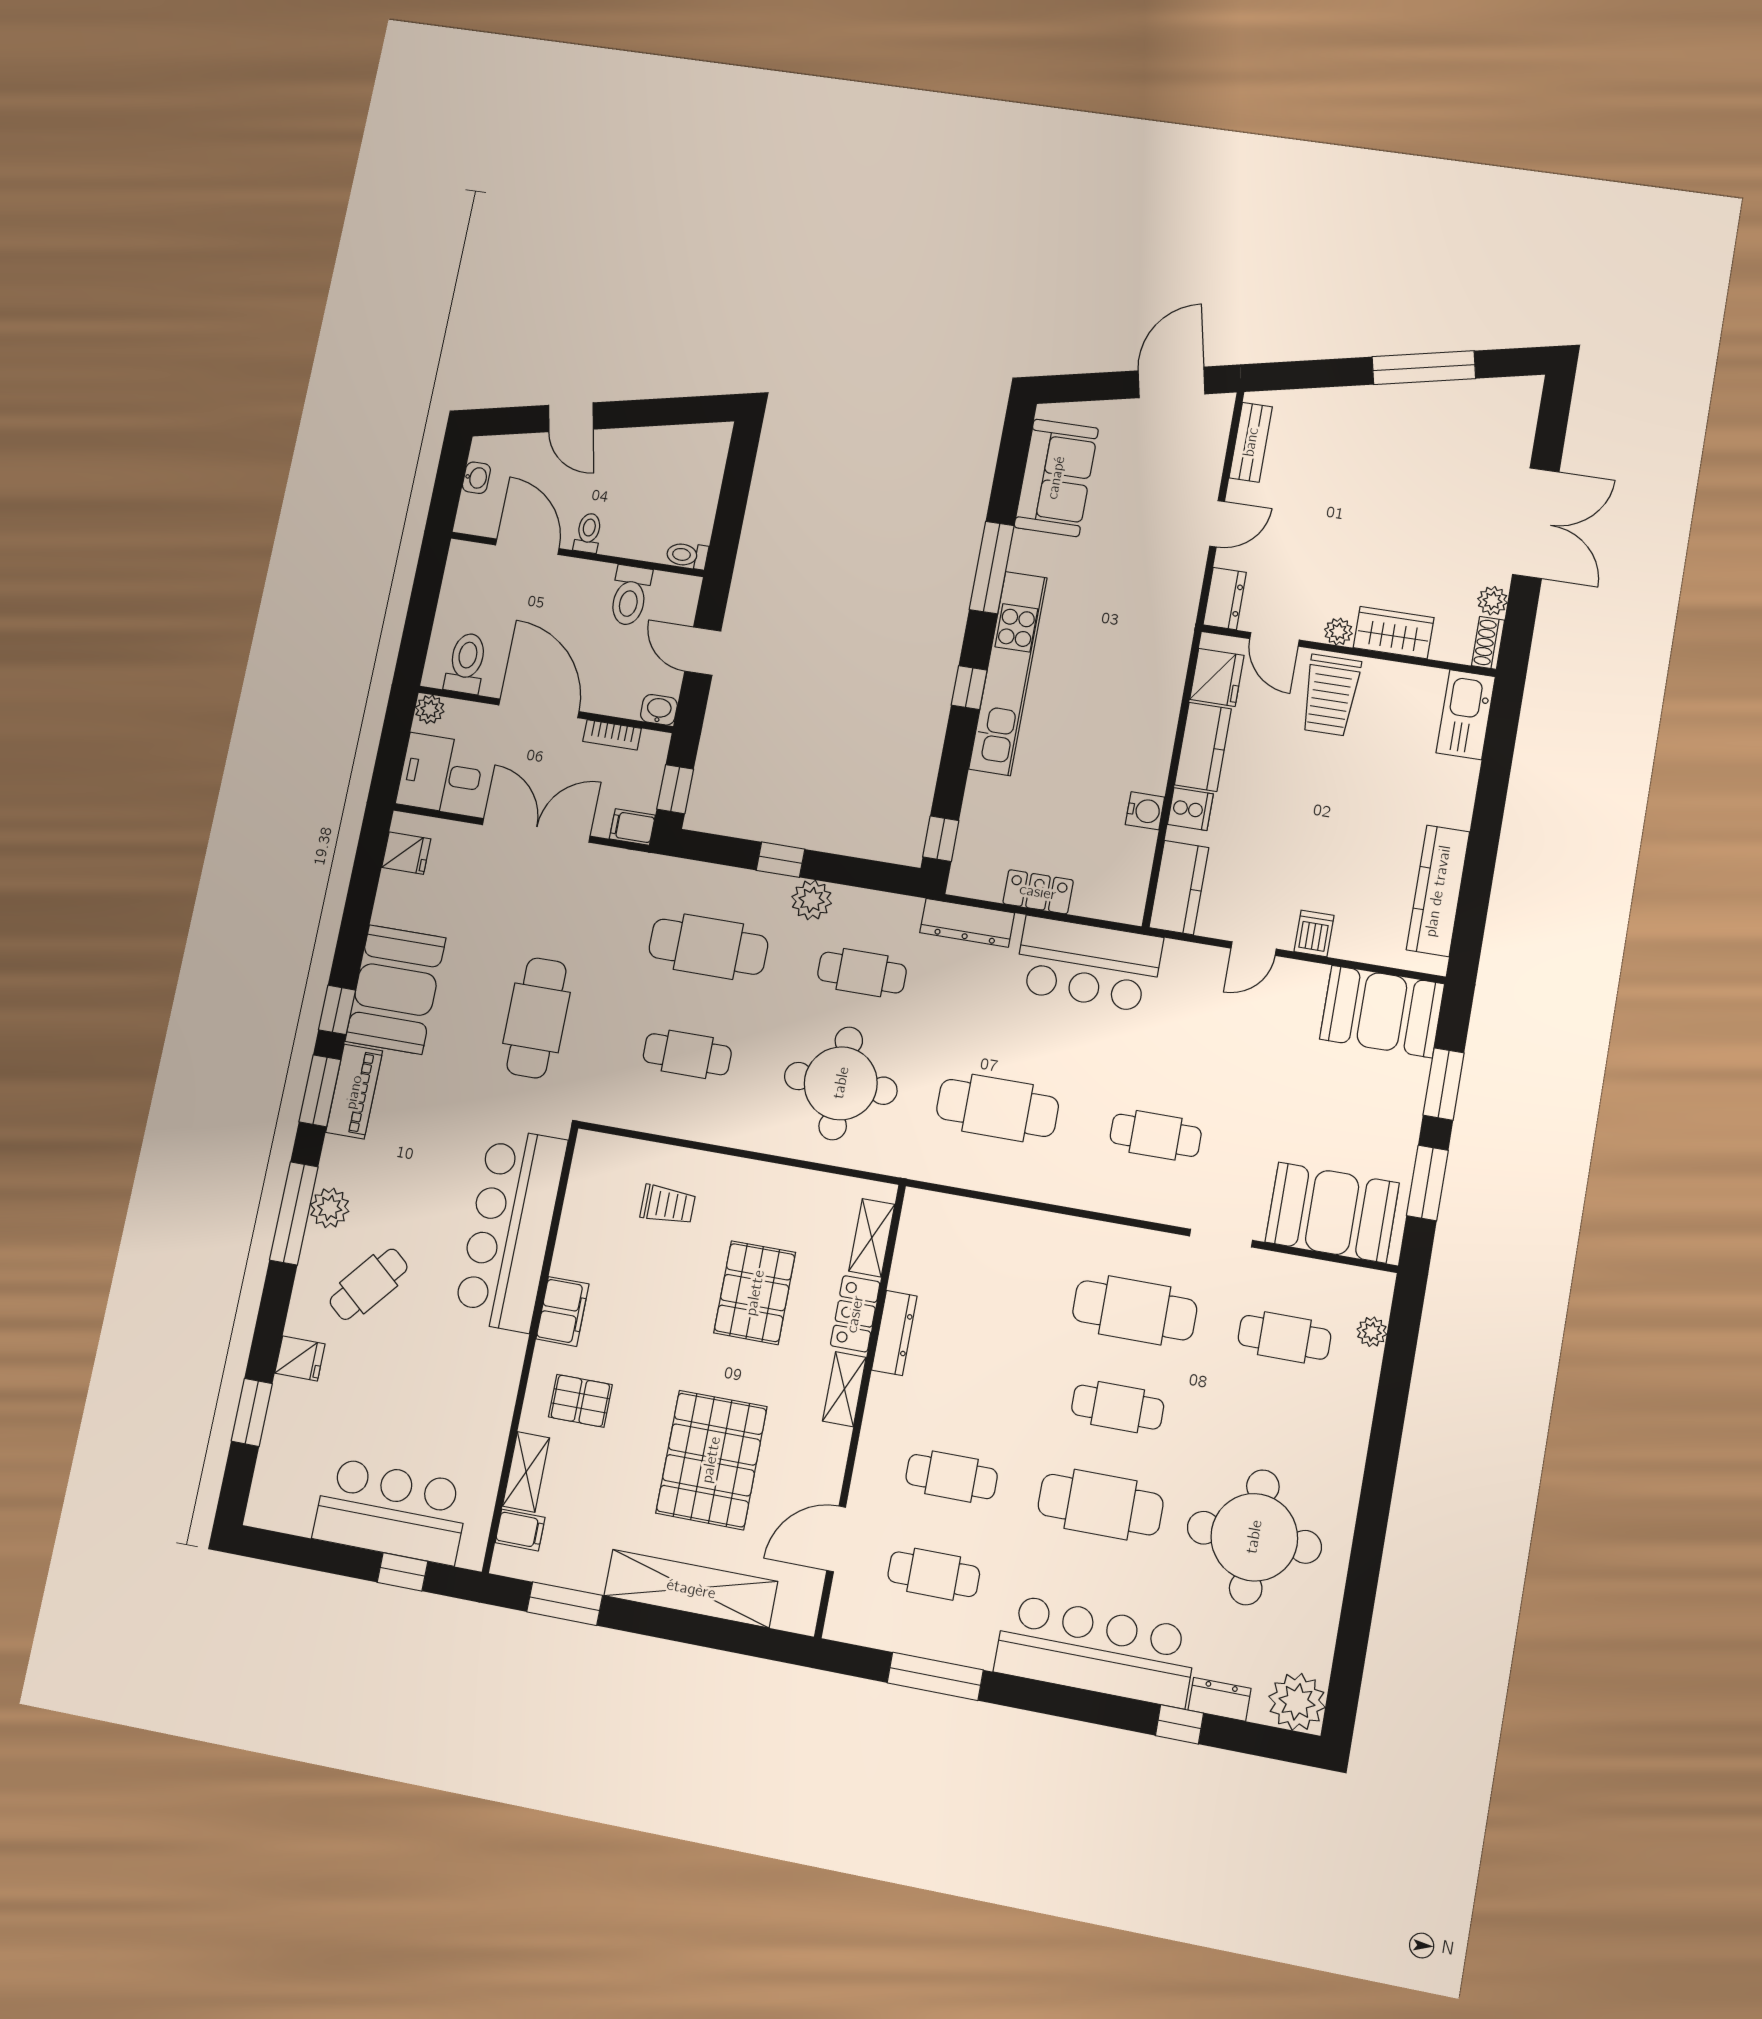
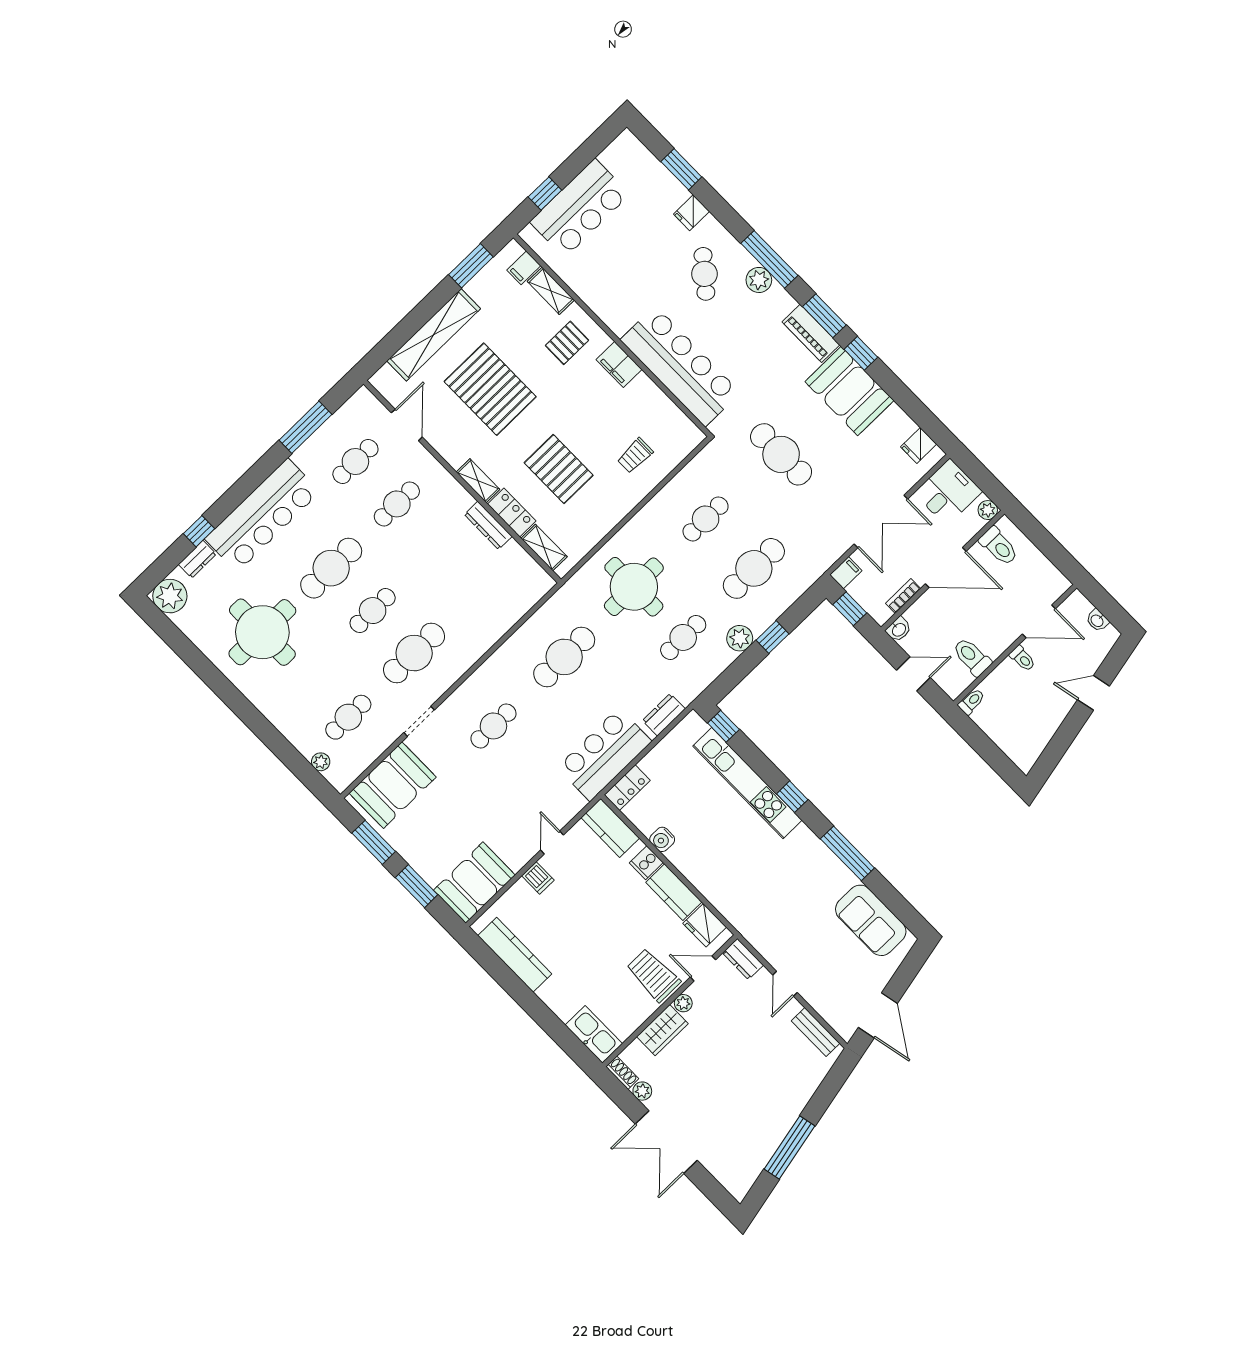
kitchen unit: (1008, 673) -> (747, 783), moved
locker: (1038, 892) -> (627, 788), moved
dresser: (967, 923) -> (664, 715), width x0.70

